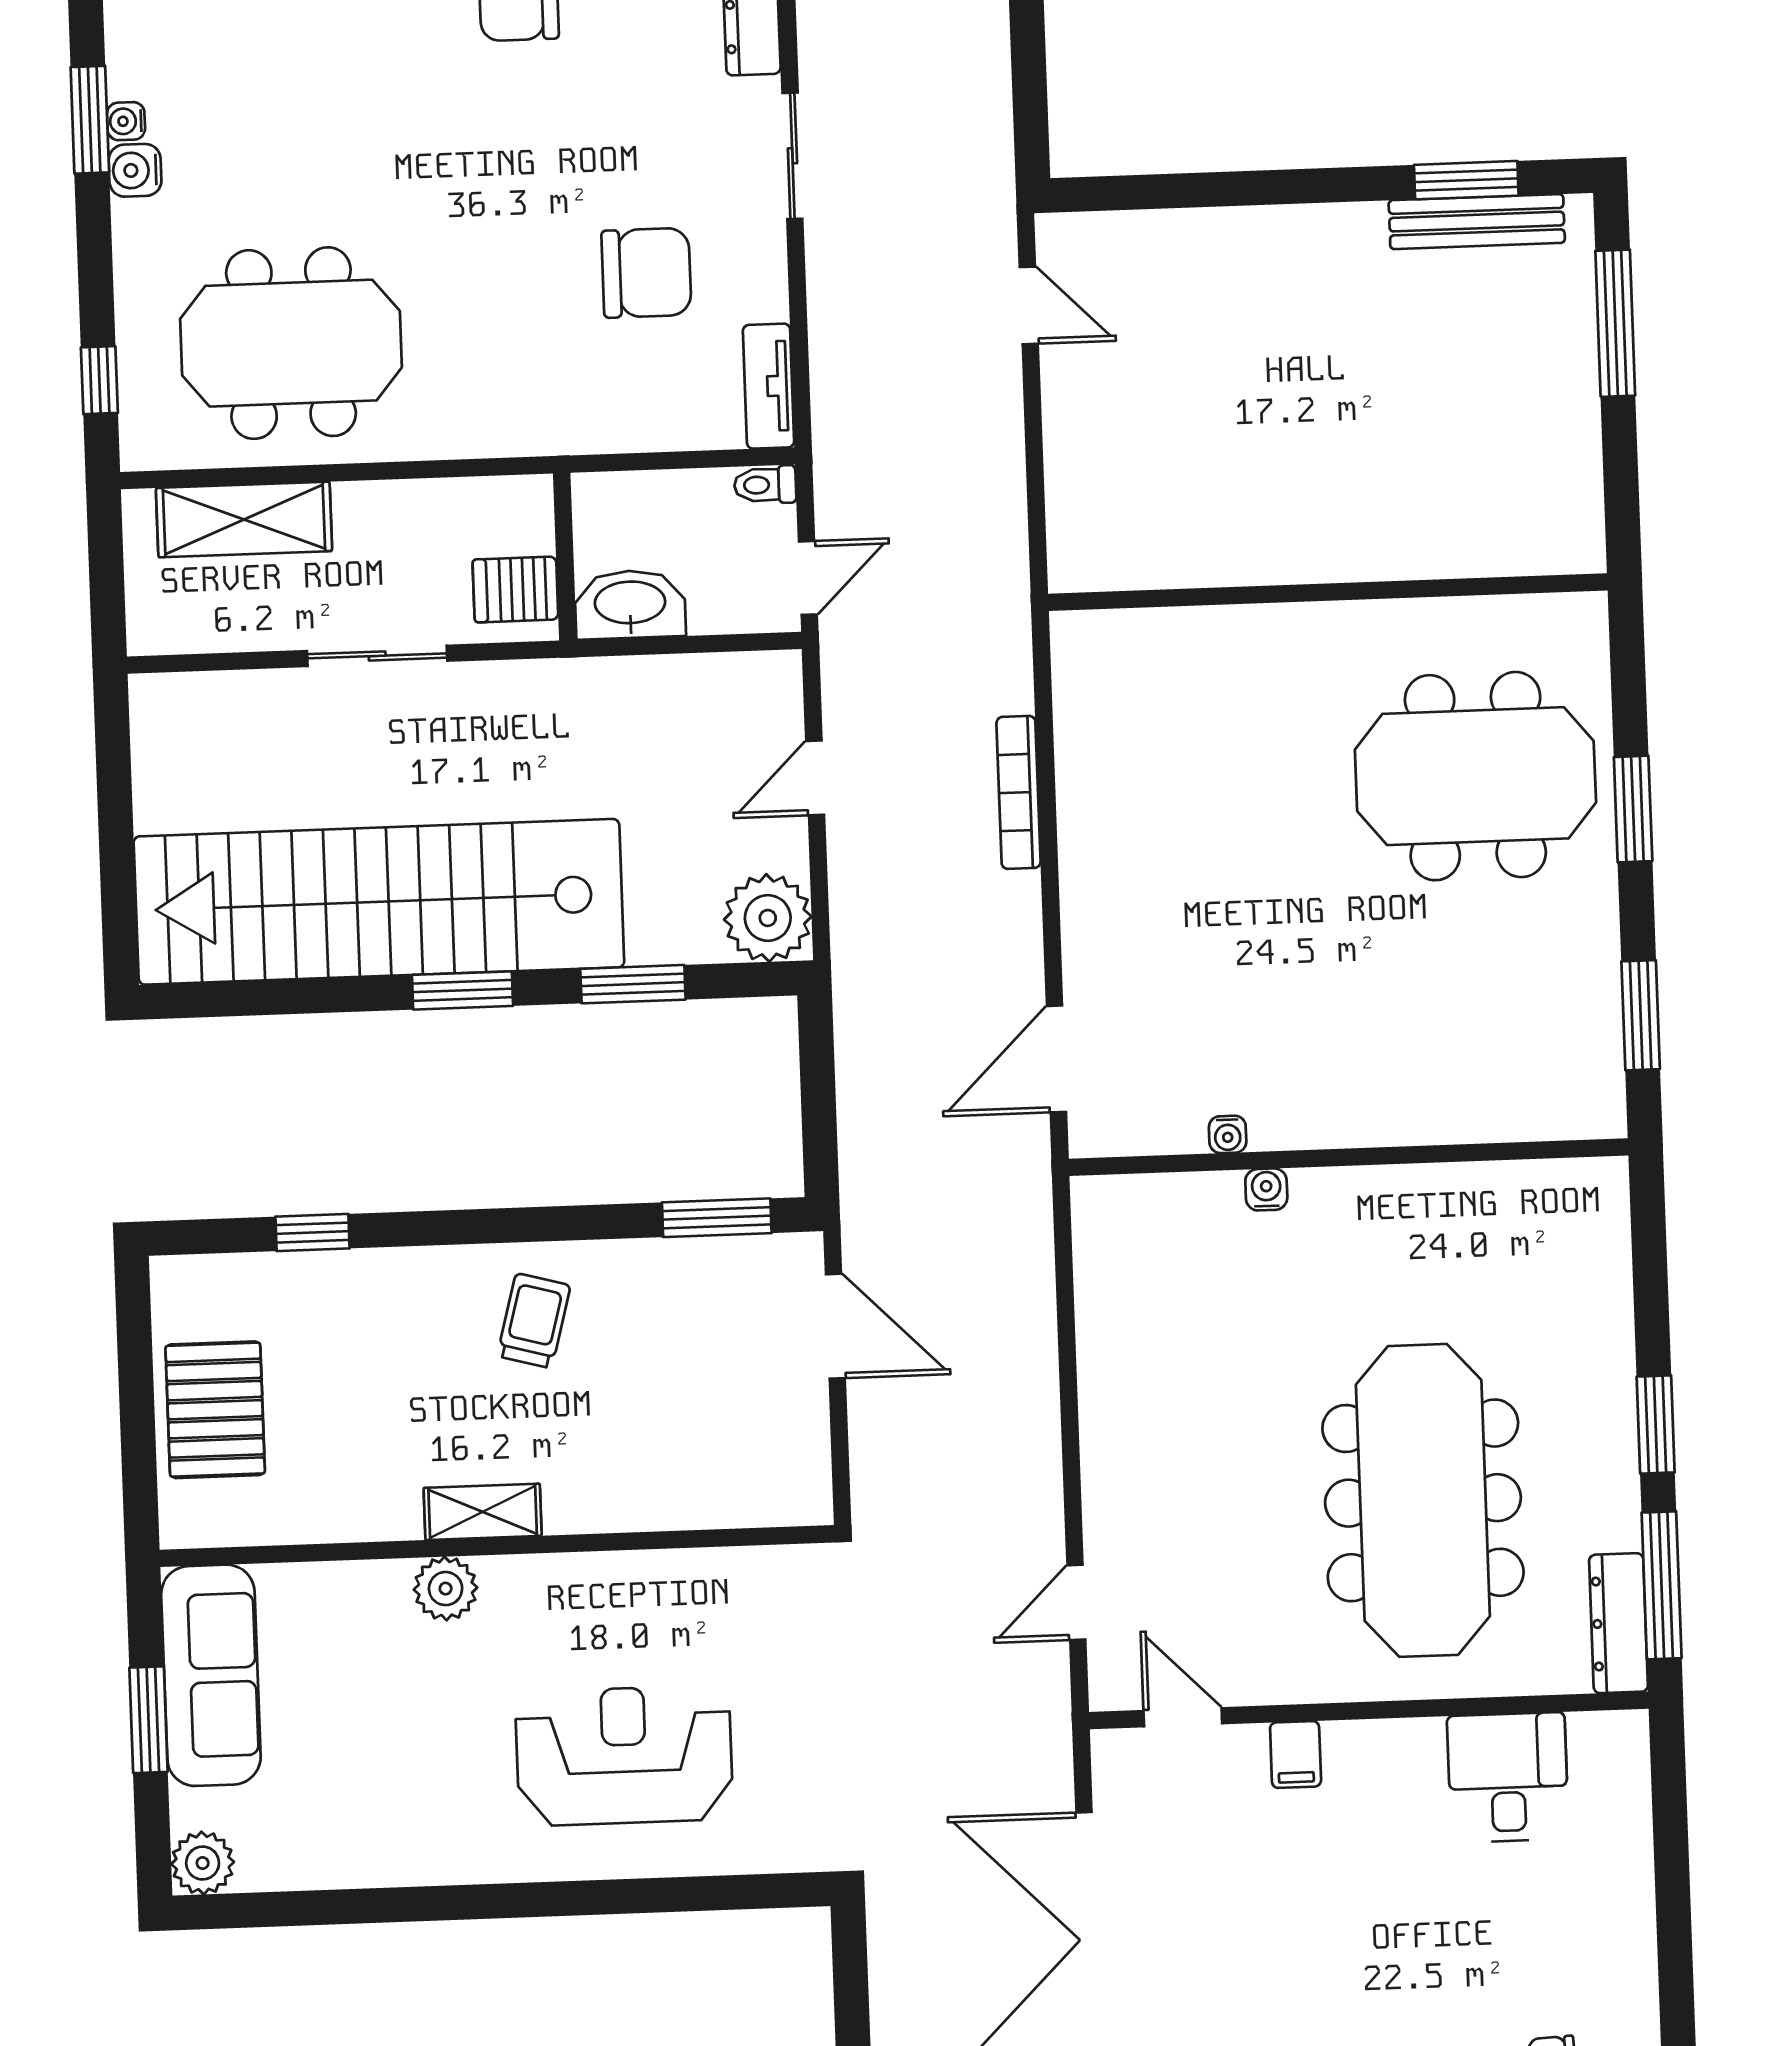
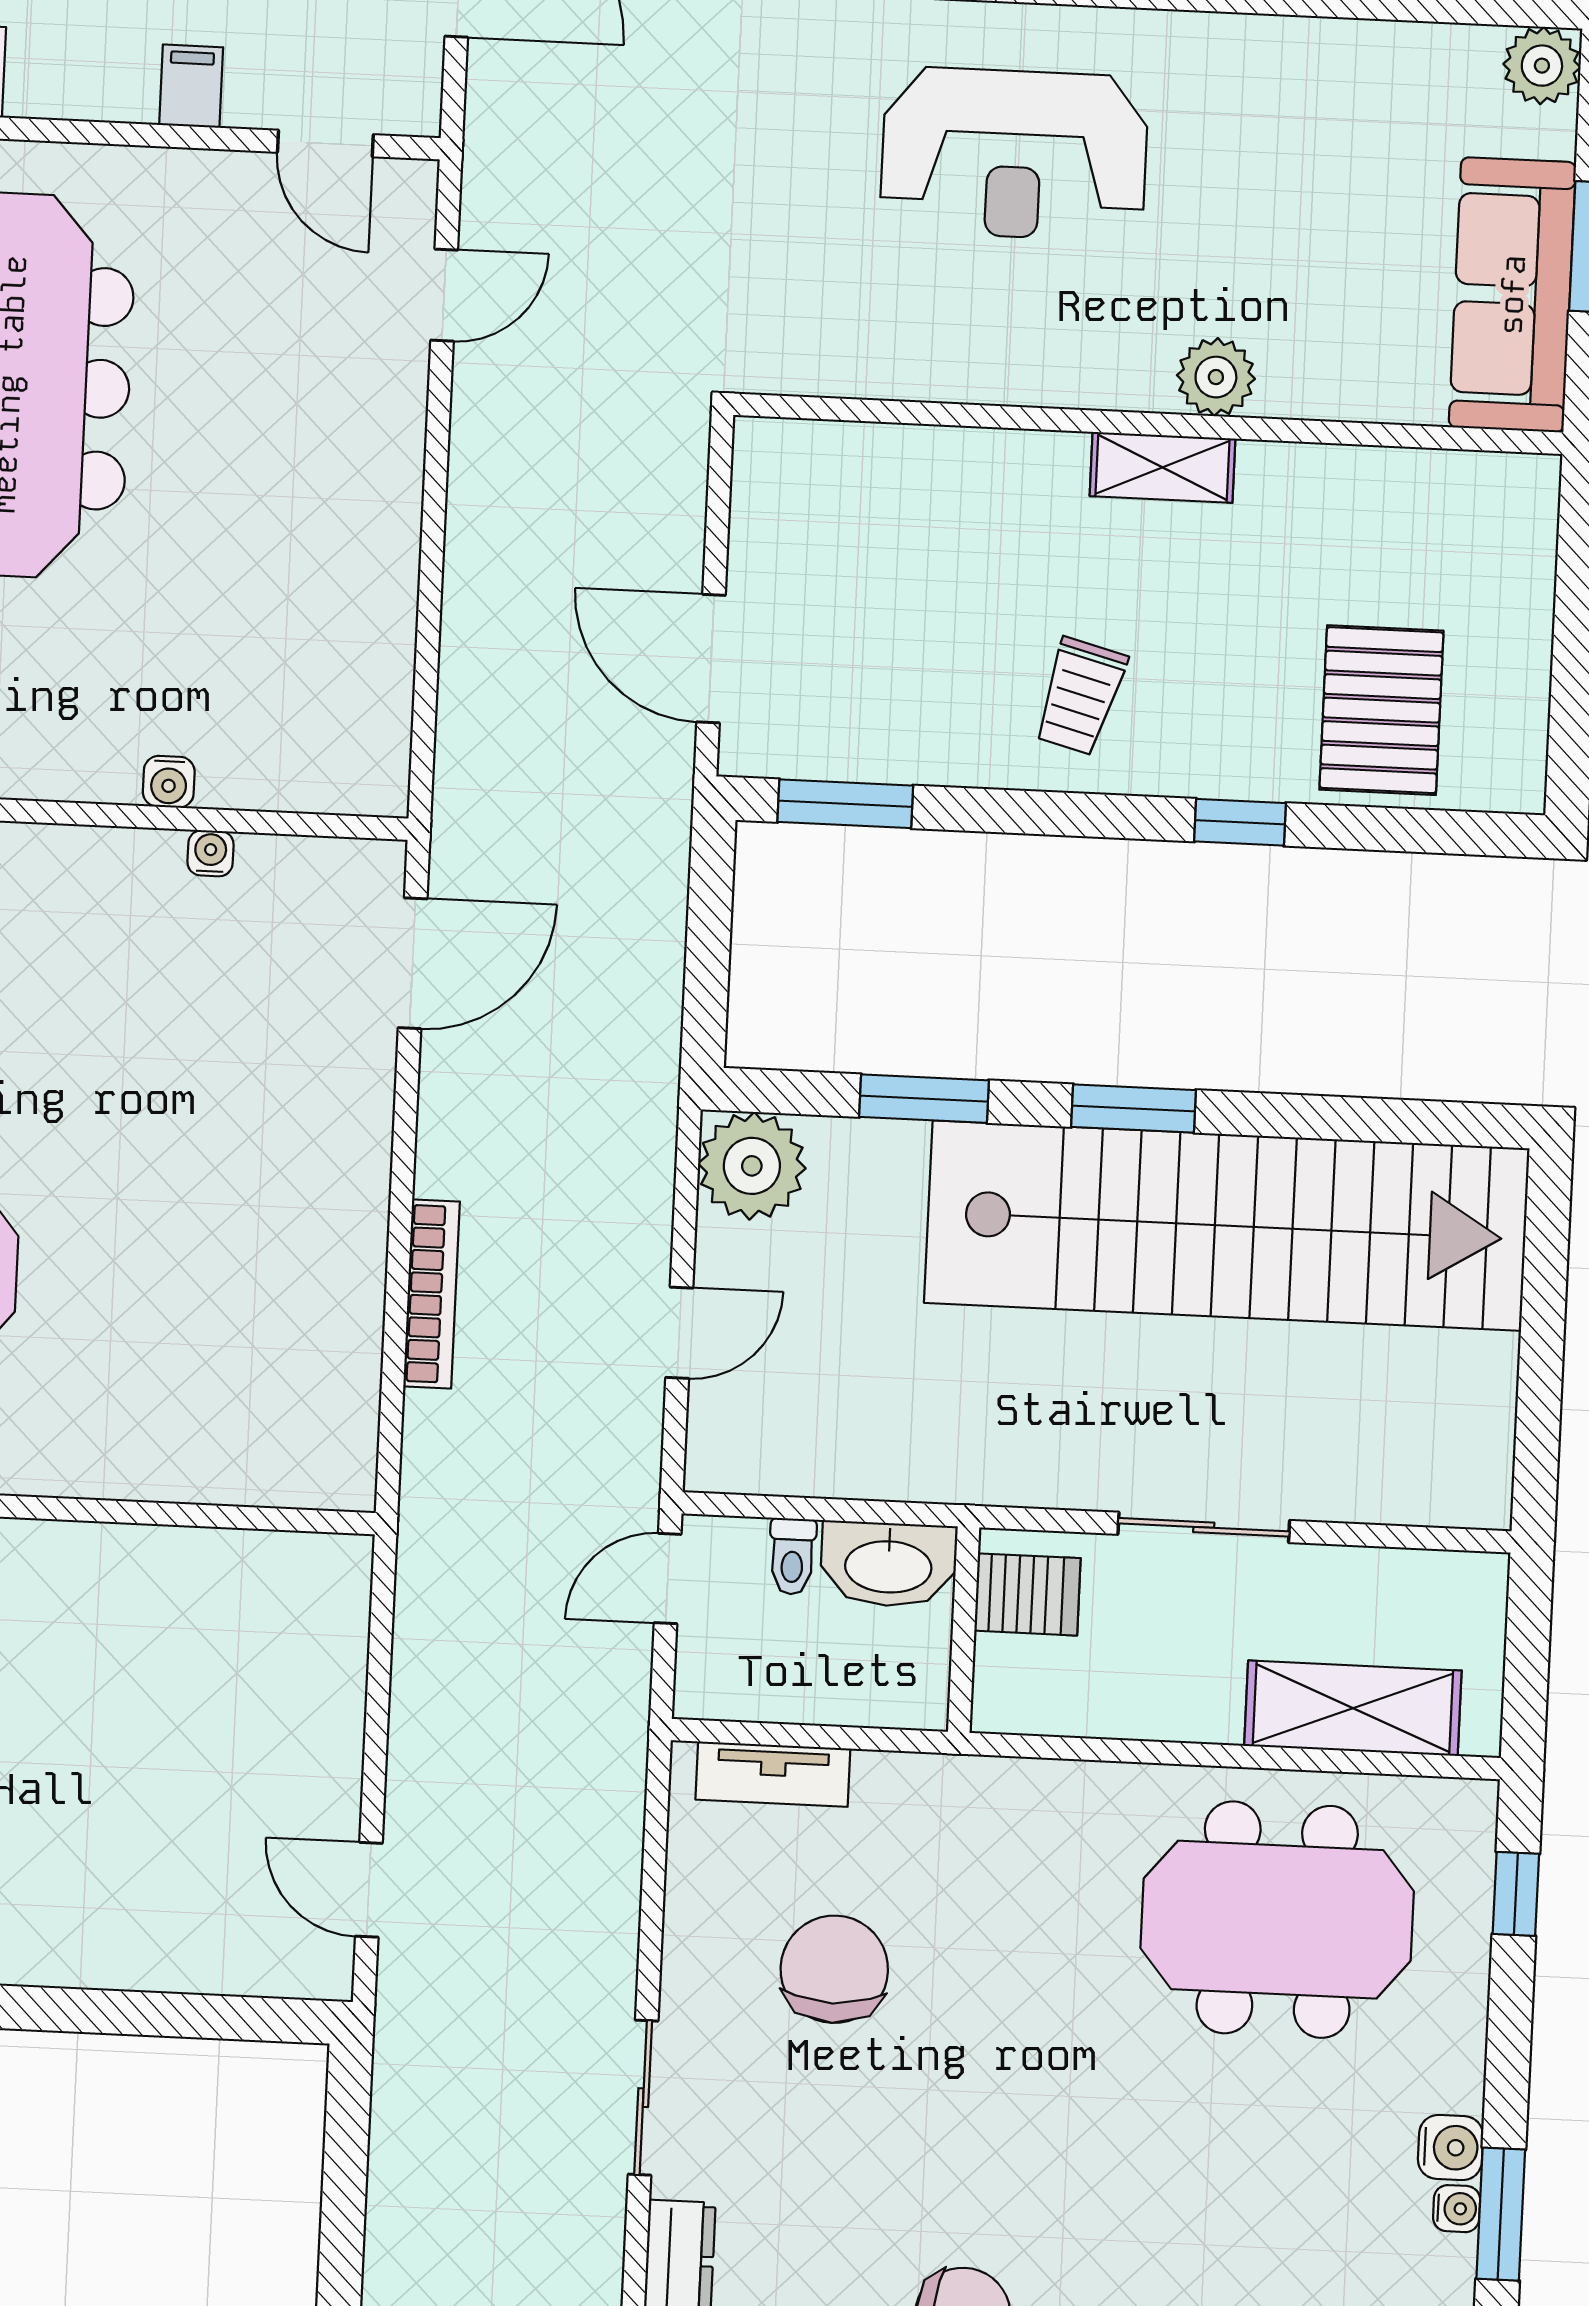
chair: (646, 273) -> (834, 1969), turned 90
tv unit: (769, 386) -> (773, 1774), moved, turned 90
toilet: (765, 485) -> (792, 1556), moved, turned 90
window: (313, 1233) -> (1240, 822), moved
pallet: (215, 1410) -> (1381, 710), moved

